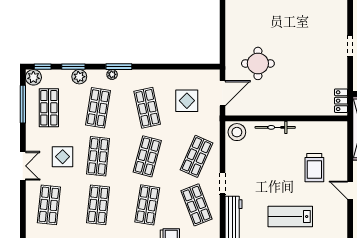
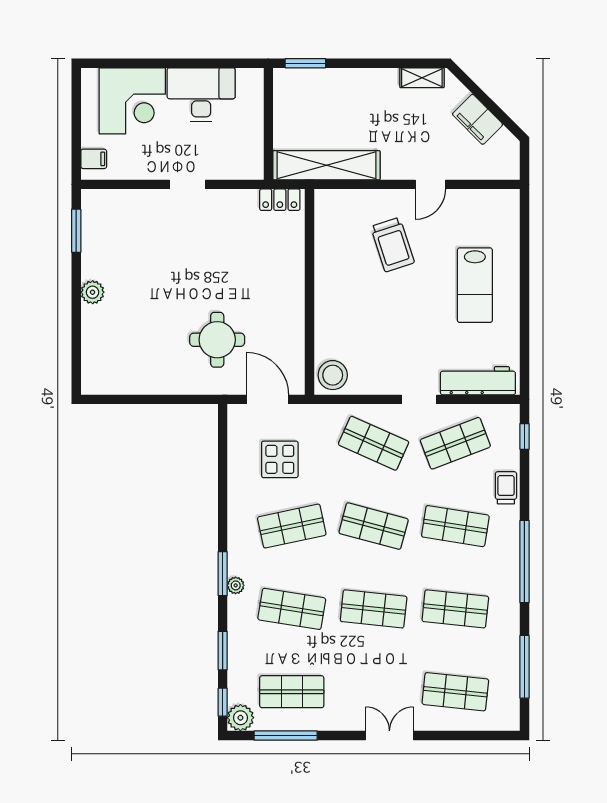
plant: (79, 77) -> (239, 641), removed
bicycle: (275, 127) -> (325, 311), removed
display table: (63, 157) -> (374, 669), removed
trolley: (314, 168) -> (392, 245), turned 72

